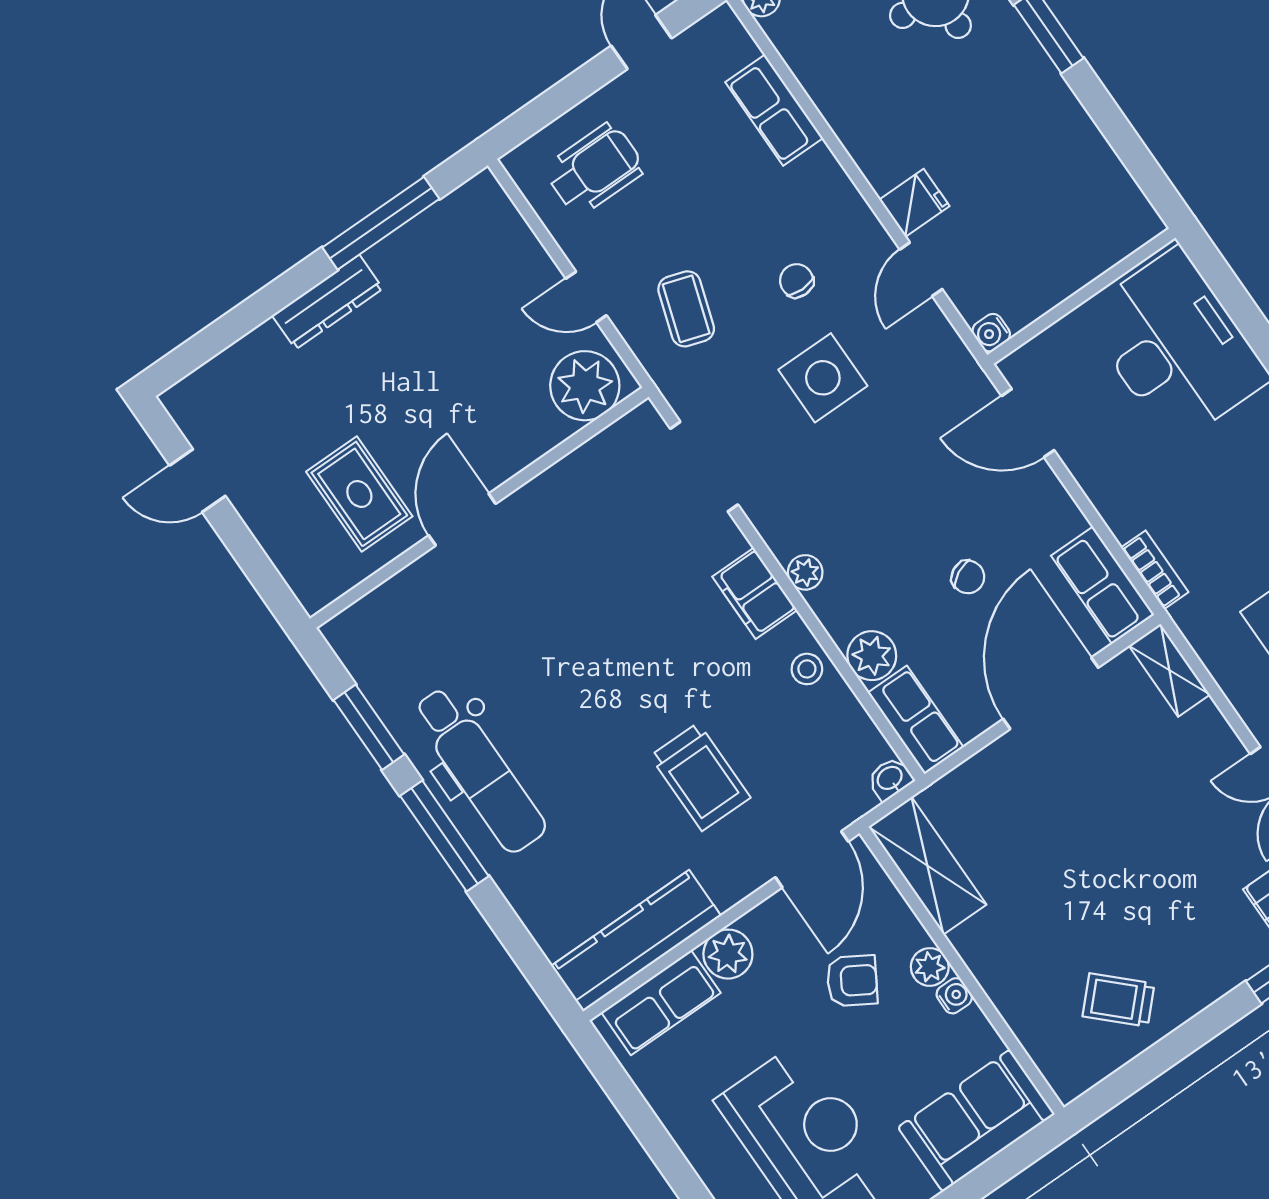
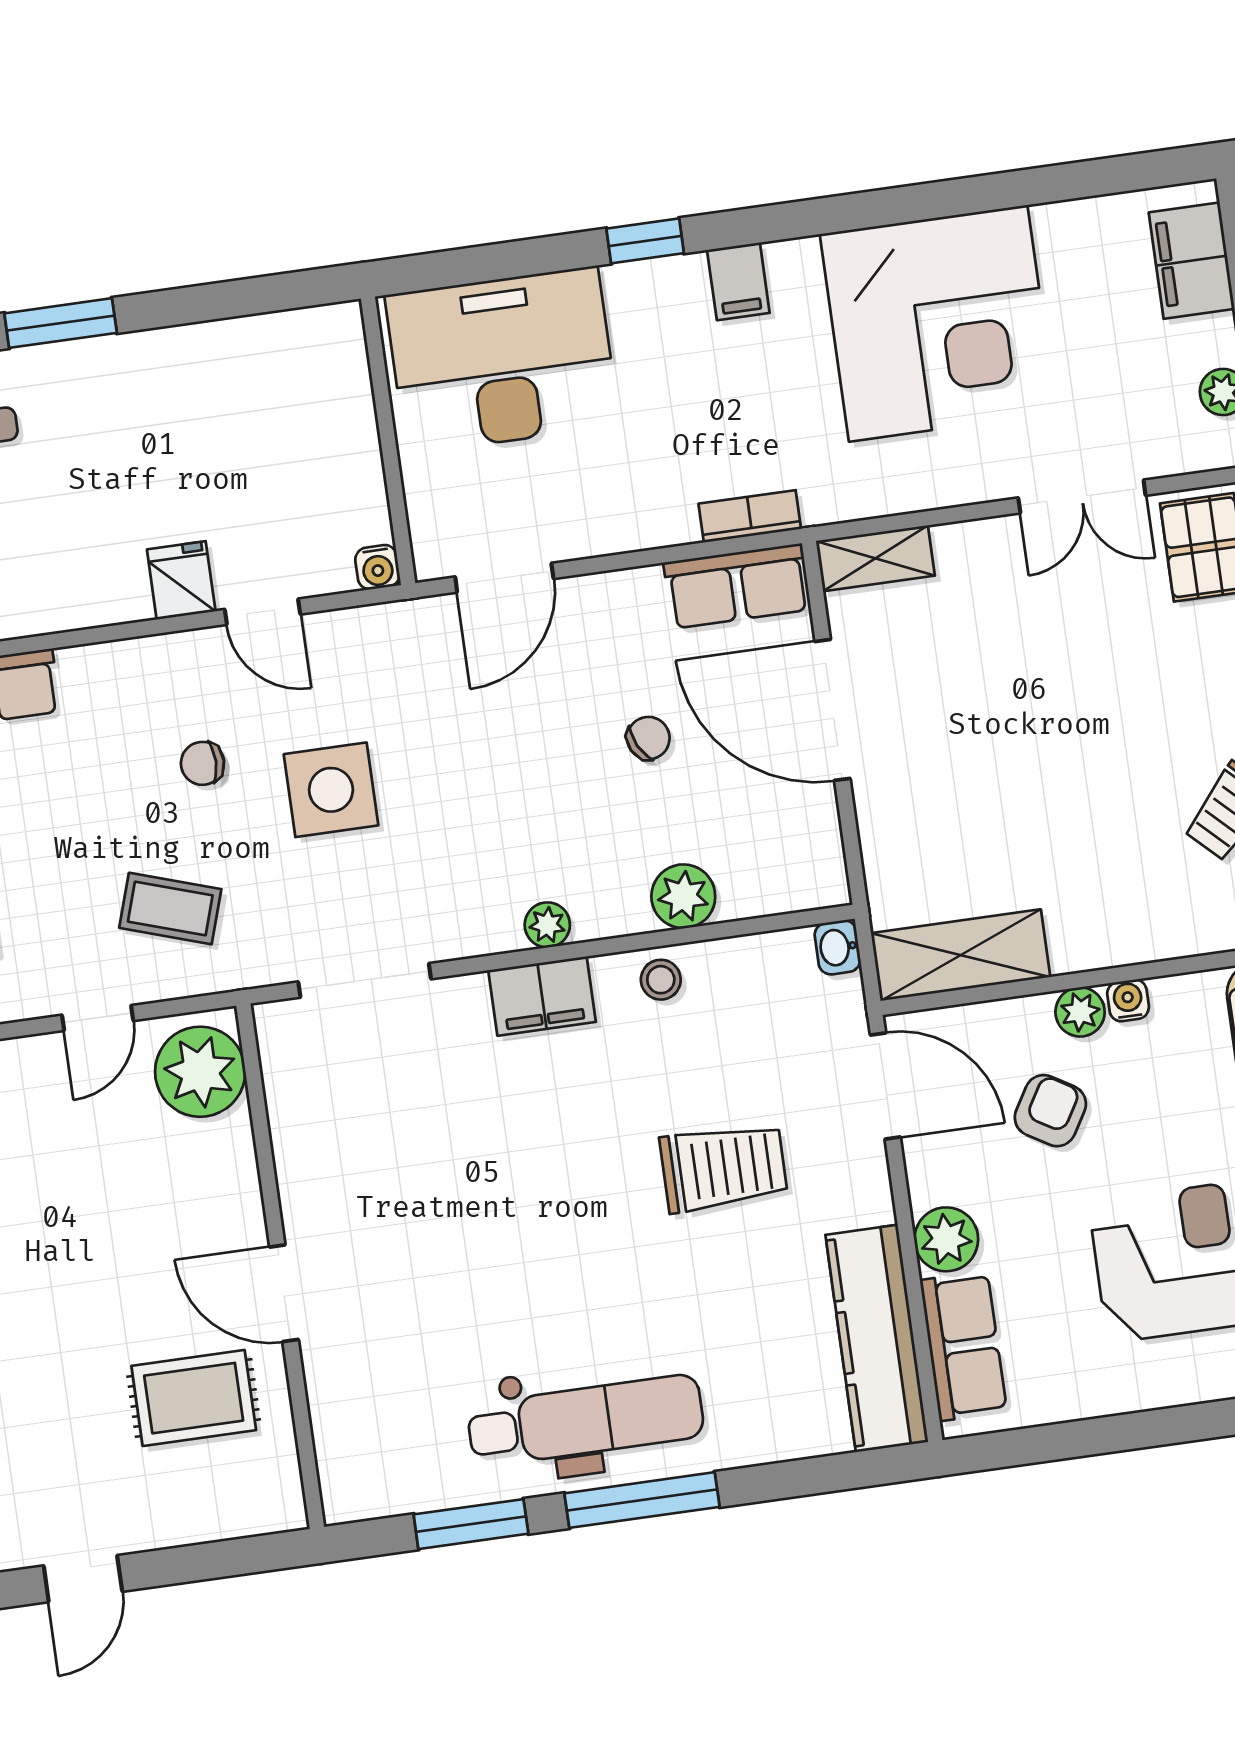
row of seats: (916, 720) -> (784, 883), removed

